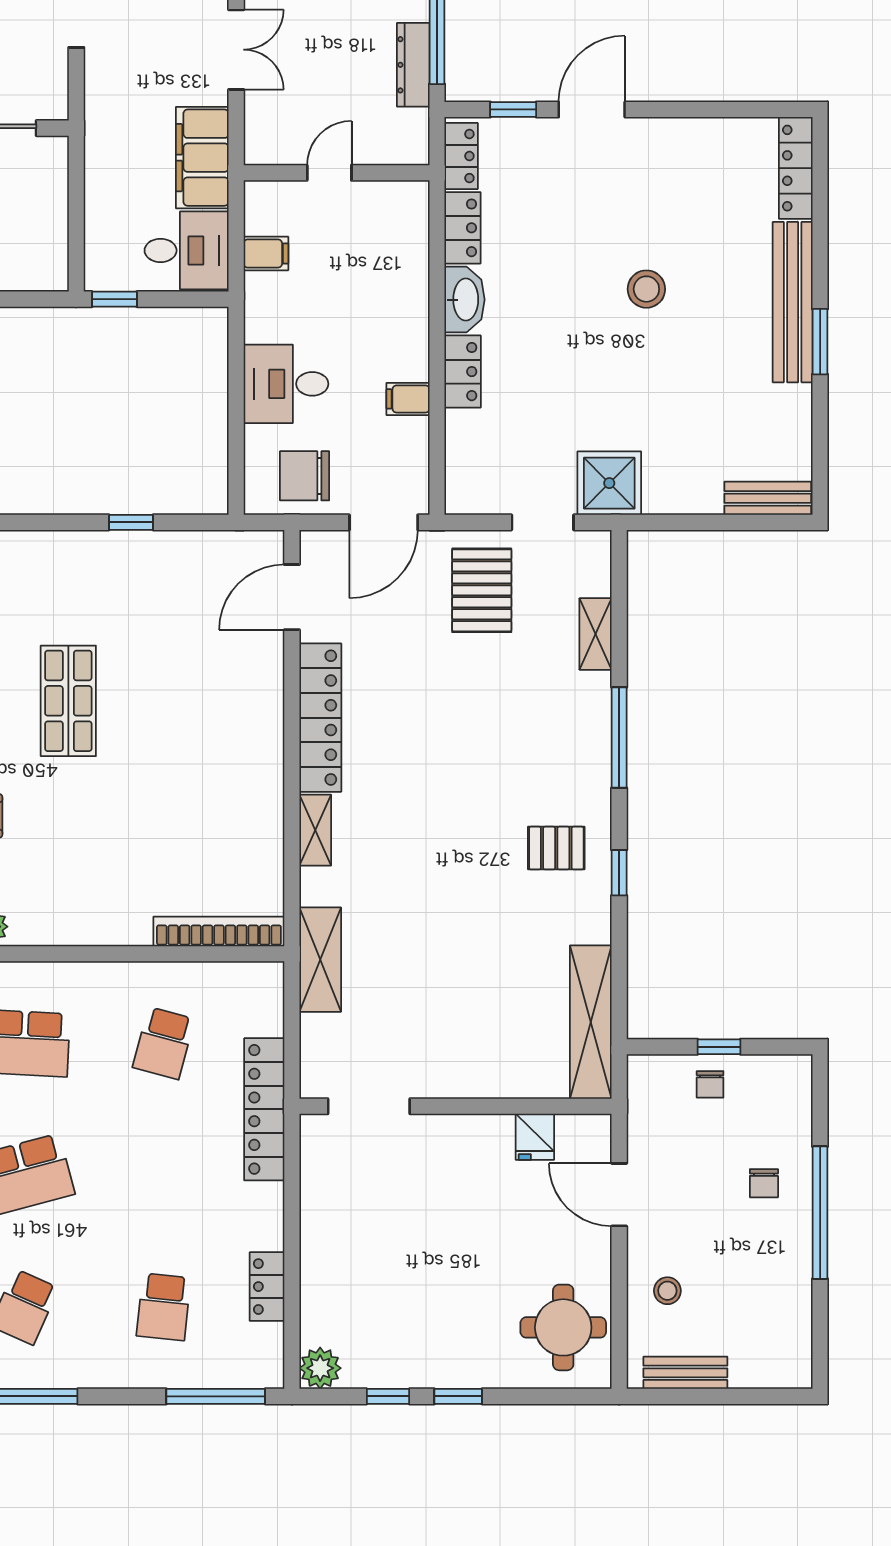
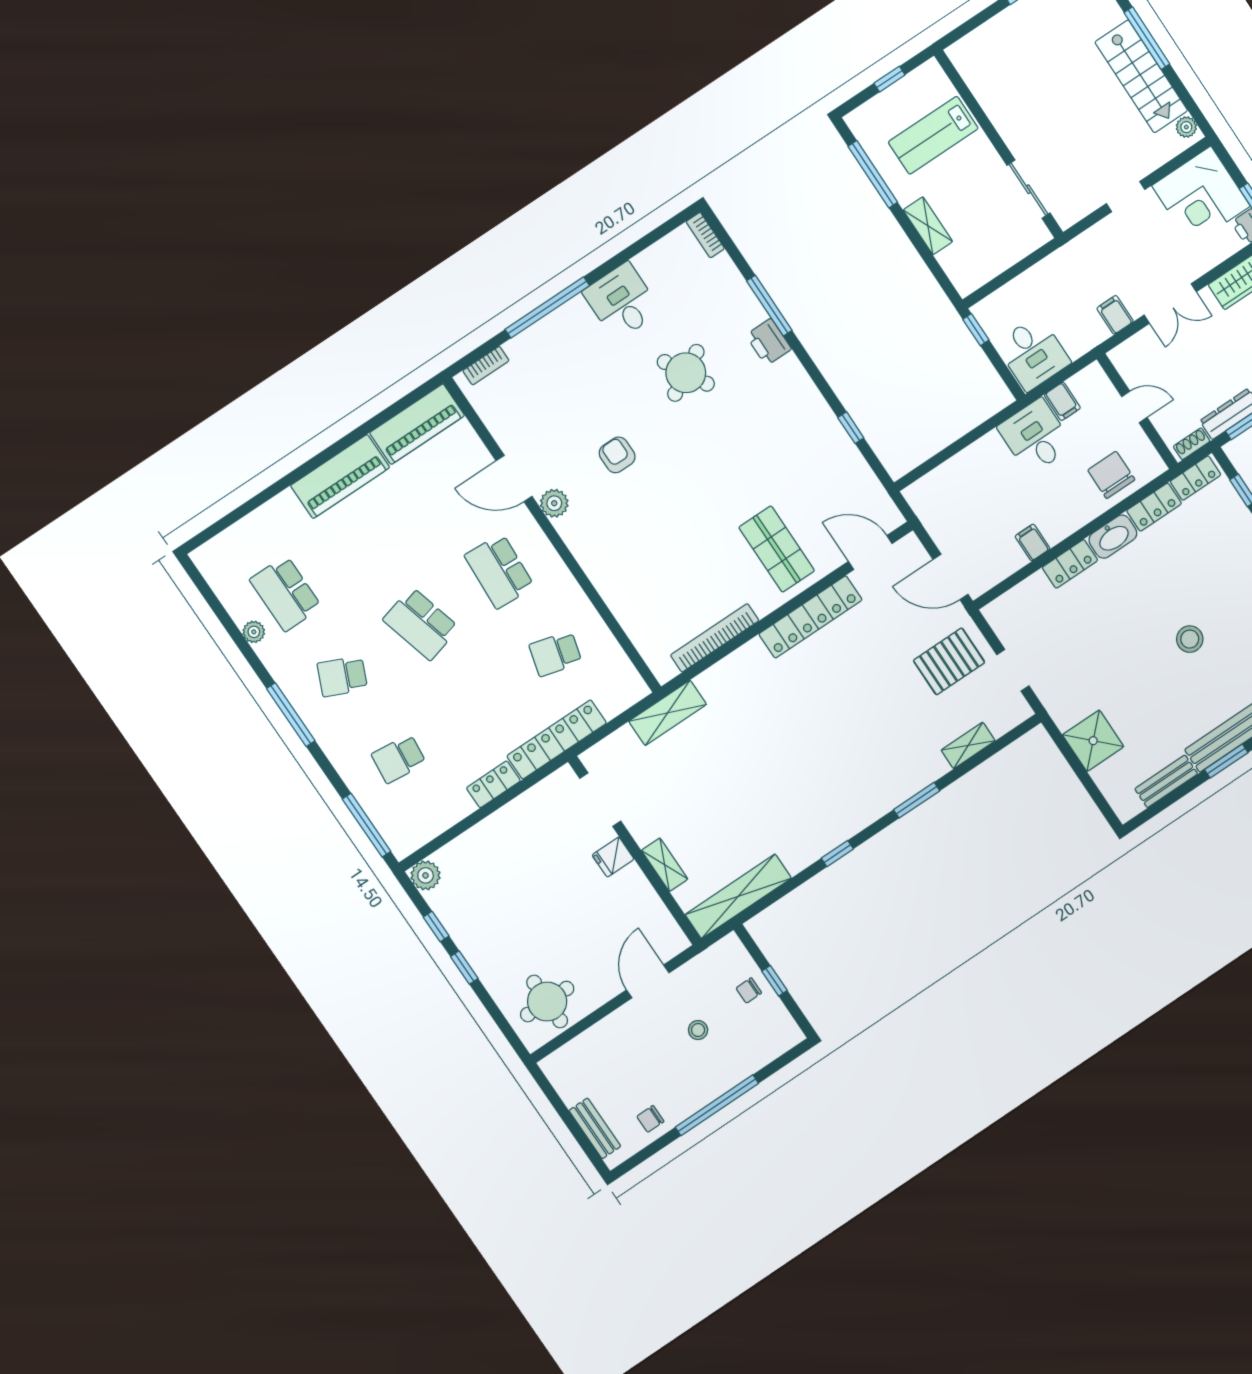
shoe rack: (418, 134) -> (1192, 444), added
filing cabinet: (202, 158) -> (1115, 315), width x0.33, depth x0.86
desk: (286, 384) -> (1035, 437), moved
chair: (305, 476) -> (1111, 475), moved
shower: (609, 483) -> (1093, 741), moved
bench: (768, 498) -> (1166, 781), moved, turned 90
shop shelf: (68, 701) -> (777, 549), moved, turned 90
window: (619, 738) -> (917, 800), width x0.69
shelving: (315, 830) -> (665, 865), moved, turned 90
pallet: (556, 848) -> (827, 807), removed
bookcase: (219, 931) -> (715, 638), moved, turned -90
fridge: (535, 1137) -> (613, 857), moved
chair: (764, 1183) -> (650, 1119), moved
locker: (267, 1287) -> (493, 784), moved
stool: (667, 1291) -> (698, 1030), moved
bench: (685, 1373) -> (595, 1128), moved

